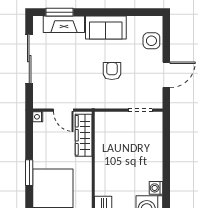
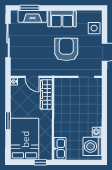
armchair: (112, 71) -> (66, 49), width x1.88, depth x1.88

